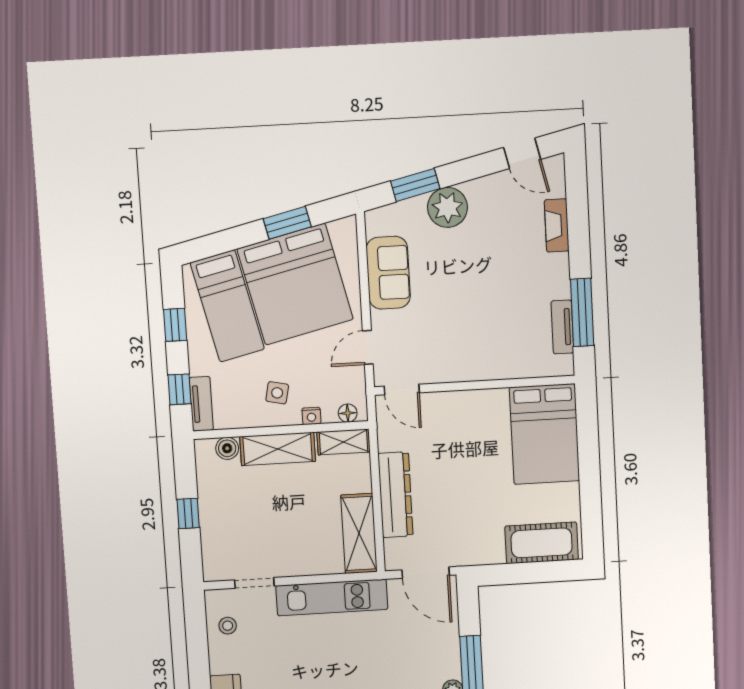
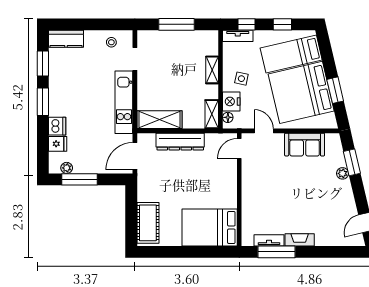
plant: (447, 207) -> (343, 173), width x0.53, depth x0.53
fireplace: (557, 225) -> (300, 240), moved
nightstand: (311, 416) -> (231, 101), width x1.89, depth x1.79
boiler: (227, 448) -> (212, 49), removed
shelving: (278, 449) -> (212, 70), width x0.67, depth x0.75
window: (188, 513) -> (177, 24), width x2.17

